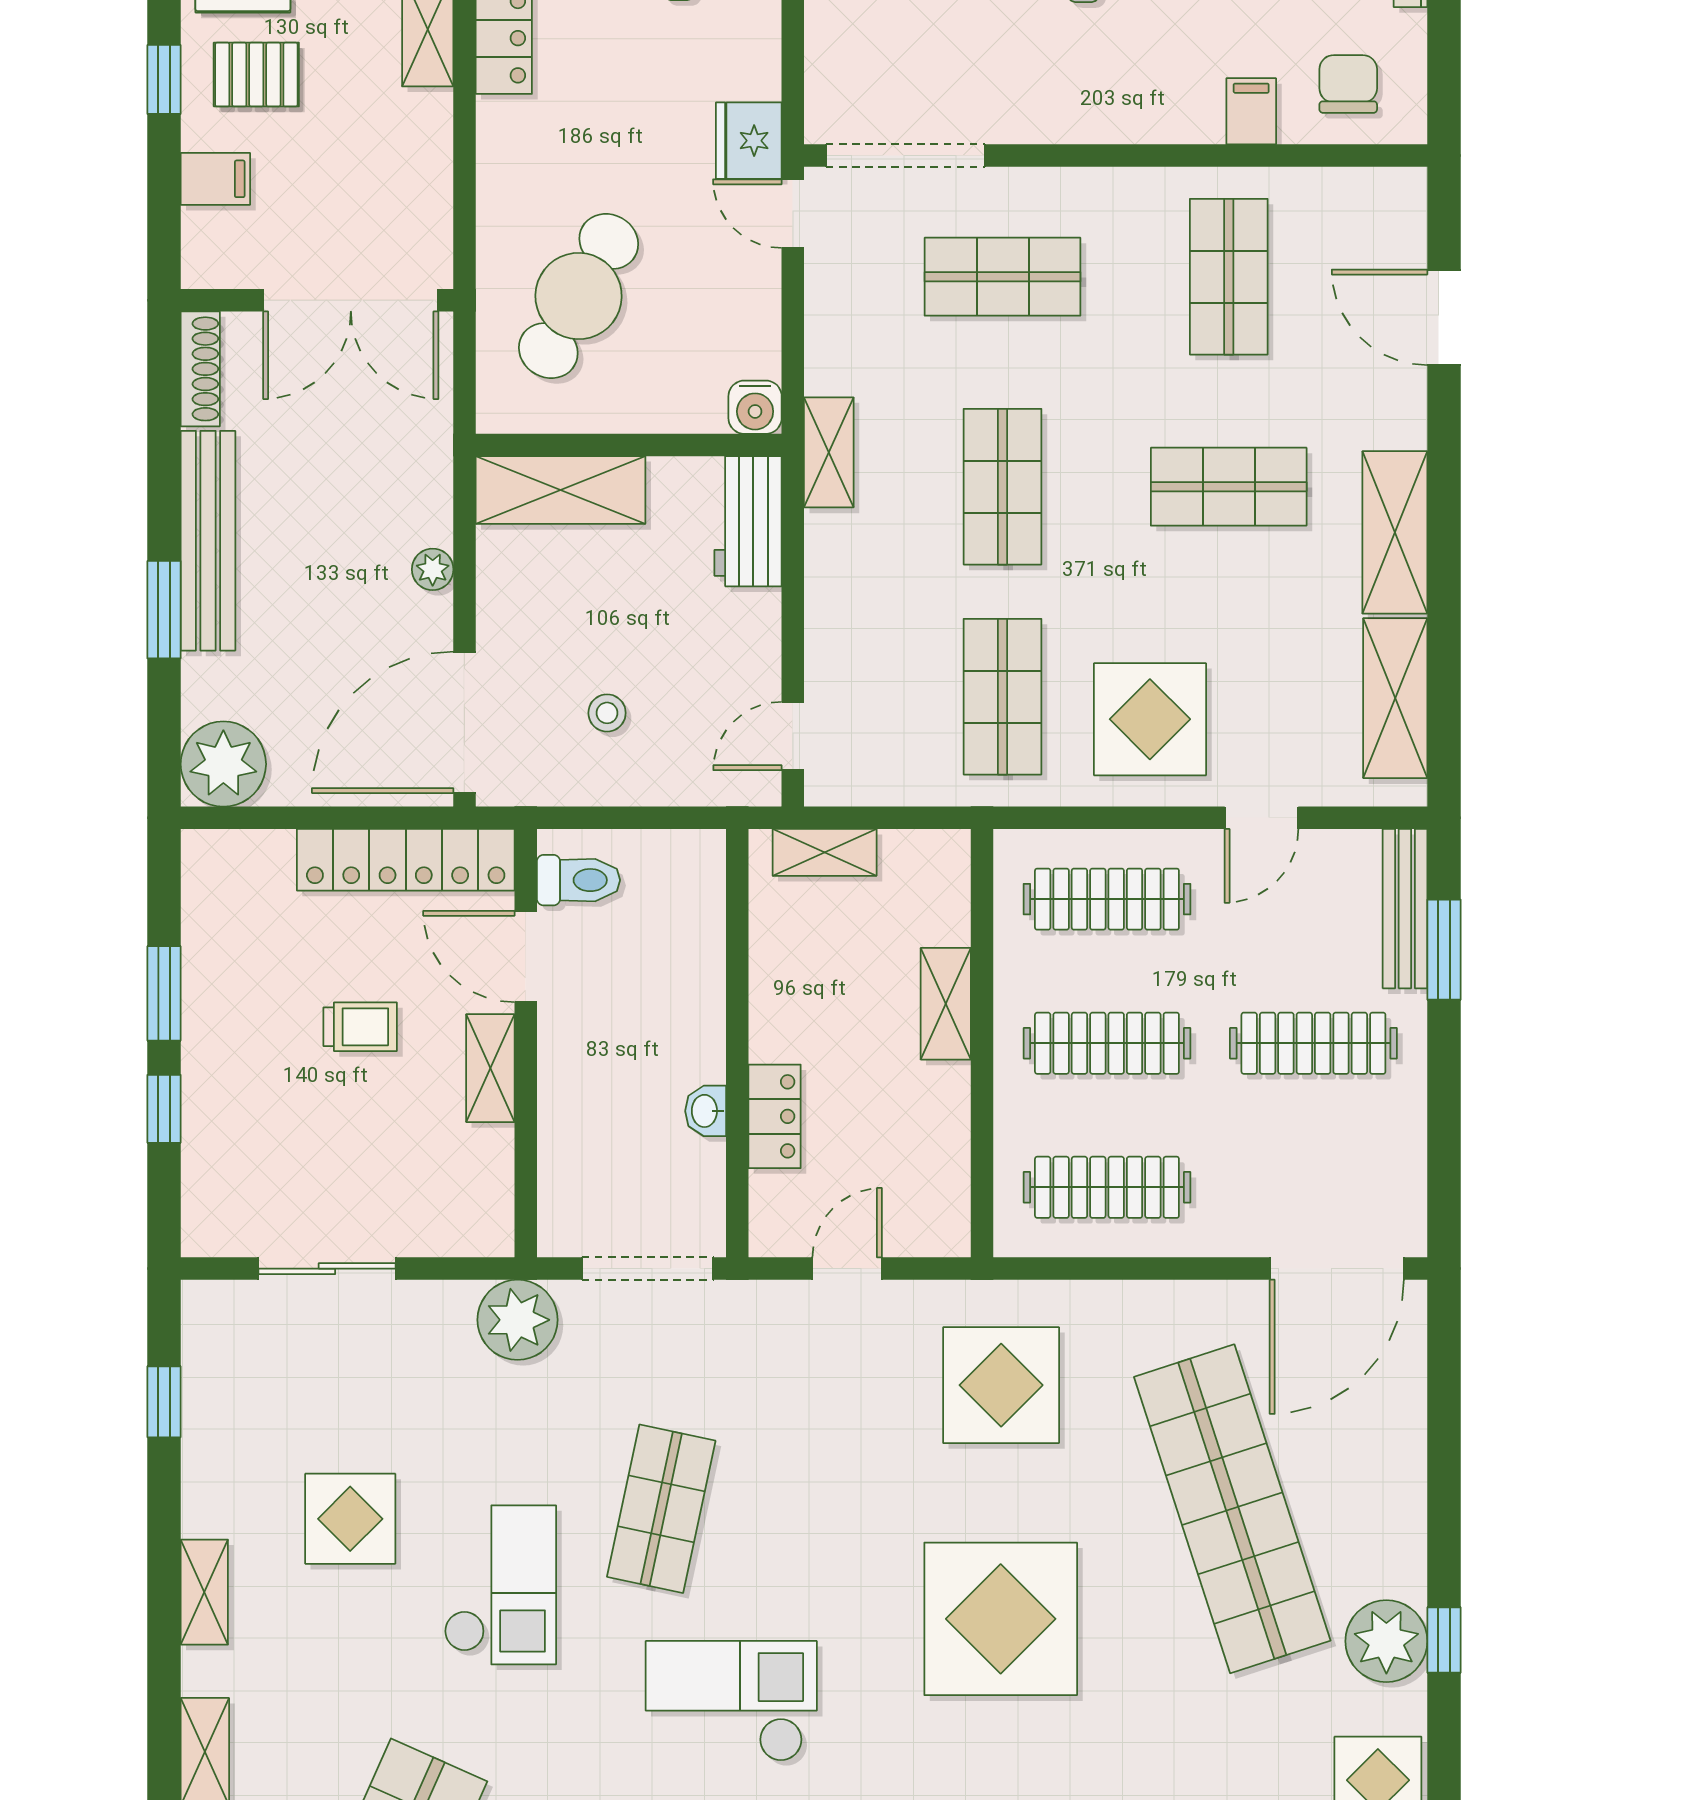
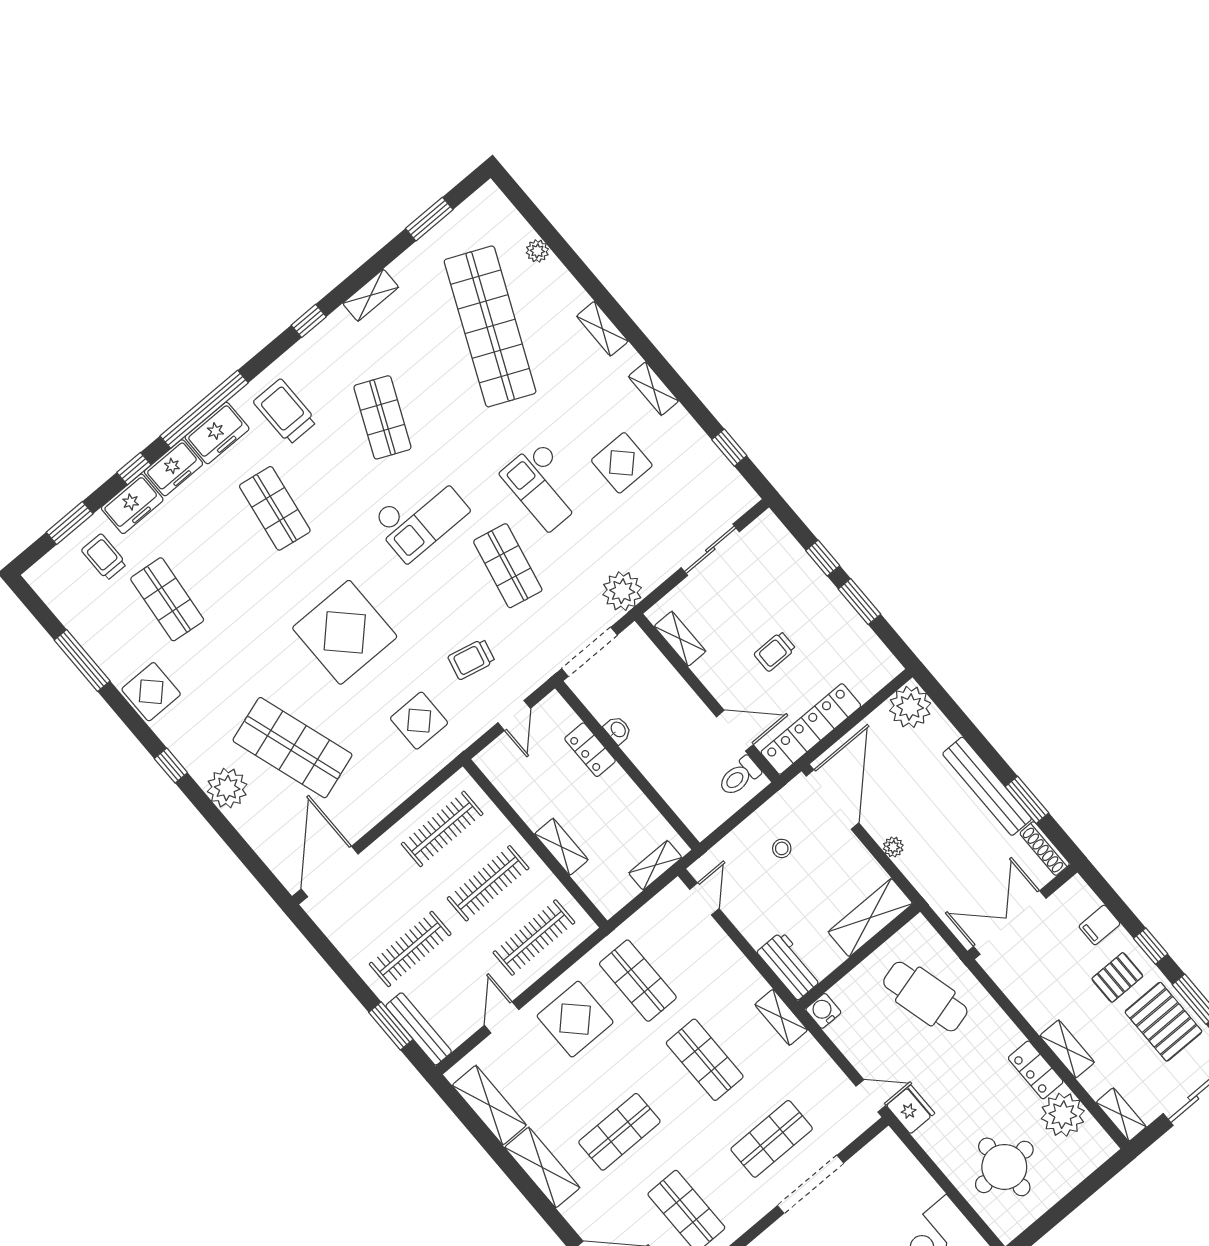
doorway: (905, 156) -> (811, 1184), moved
cafe table: (579, 296) -> (925, 997), turned -44
window: (164, 610) -> (1027, 800), moved
shelving: (490, 1068) -> (680, 639), moved
display table: (1001, 1385) -> (419, 721), width x0.73, depth x0.73
trolley: (840, 1412) -> (471, 659), added
shop shelf: (1232, 1509) -> (293, 748), width x0.71
plant: (1386, 1641) -> (227, 788), moved

